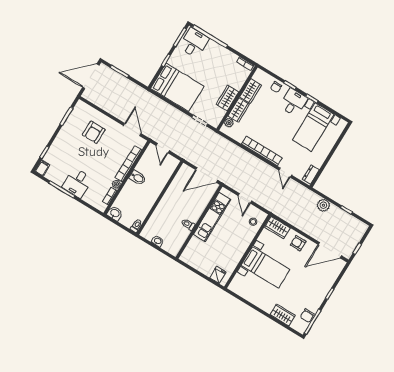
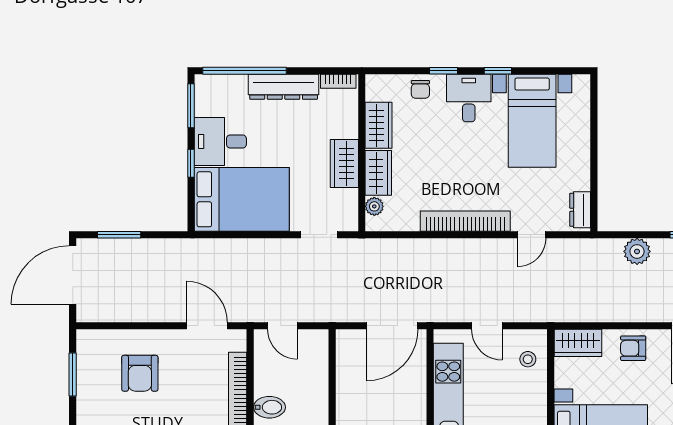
desk: (194, 43) -> (220, 141), moved, turned -90
dresser: (222, 52) -> (284, 87), added
door: (285, 173) -> (531, 235), hinge flipped

